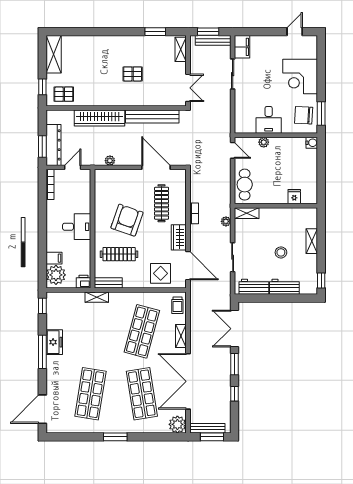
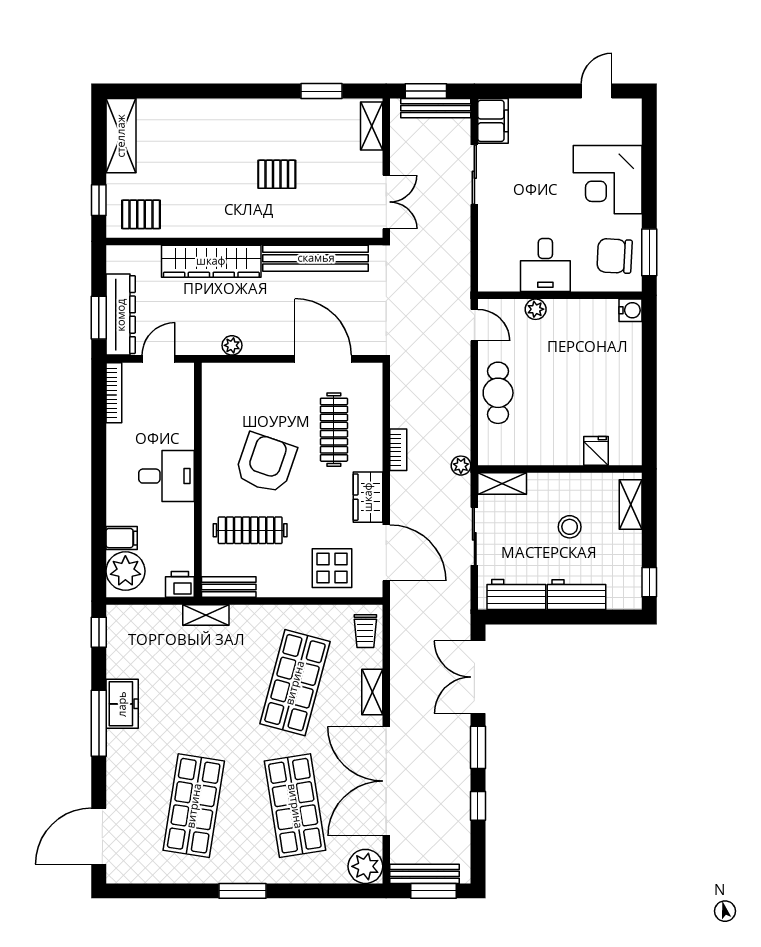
fridge: (294, 197) -> (596, 451), moved
wall: (276, 206) -> (560, 469), moved
shelving: (247, 213) -> (502, 483), moved

